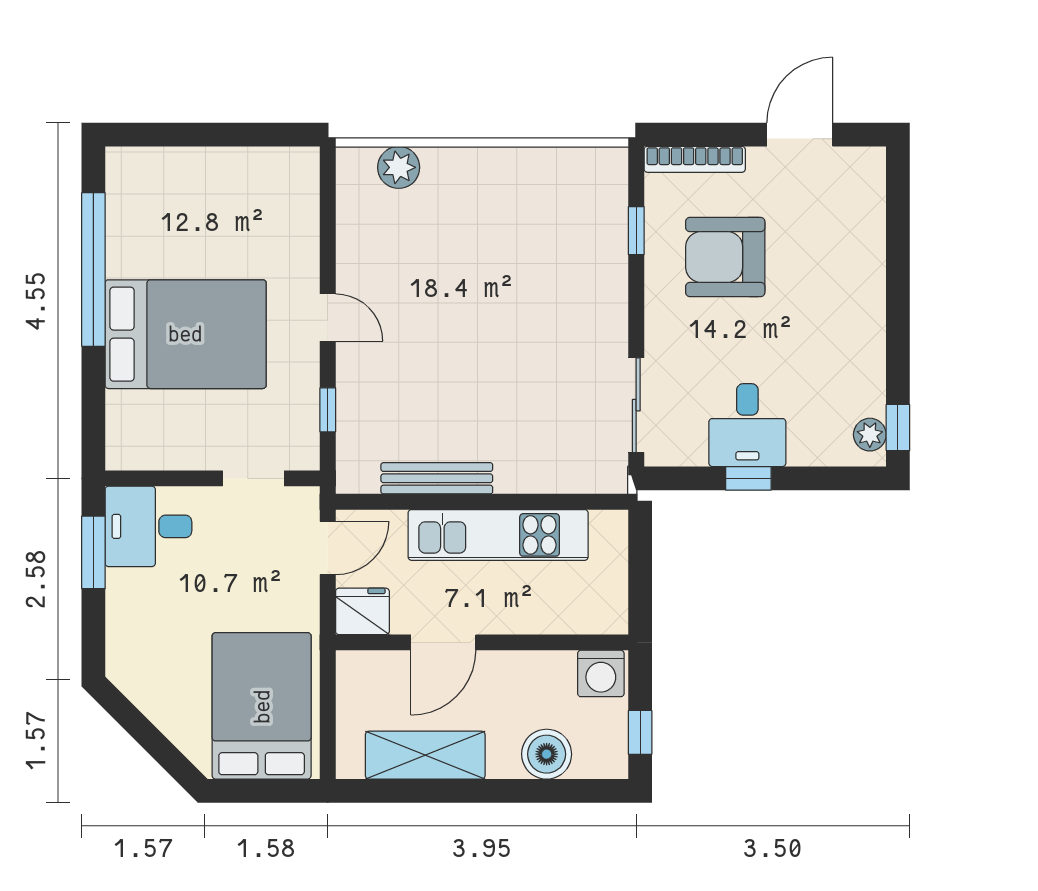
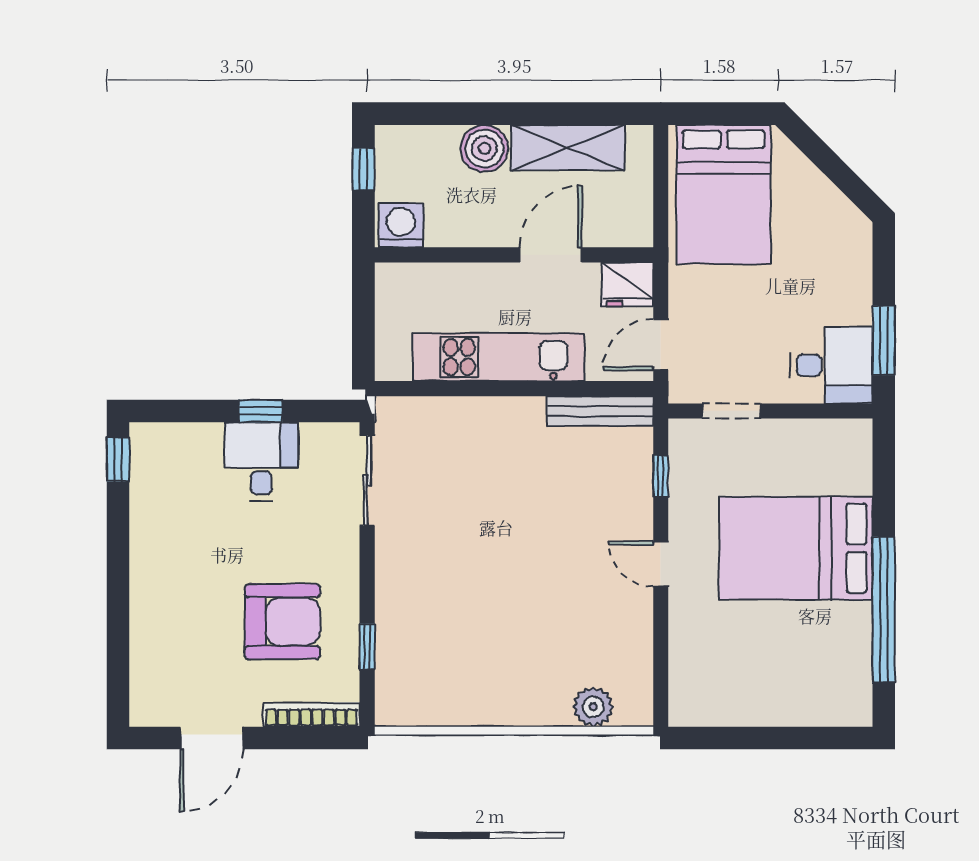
plant: (870, 435) -> (145, 453), removed
bench: (437, 478) -> (600, 411), moved
boiler: (547, 754) -> (484, 148), moved

